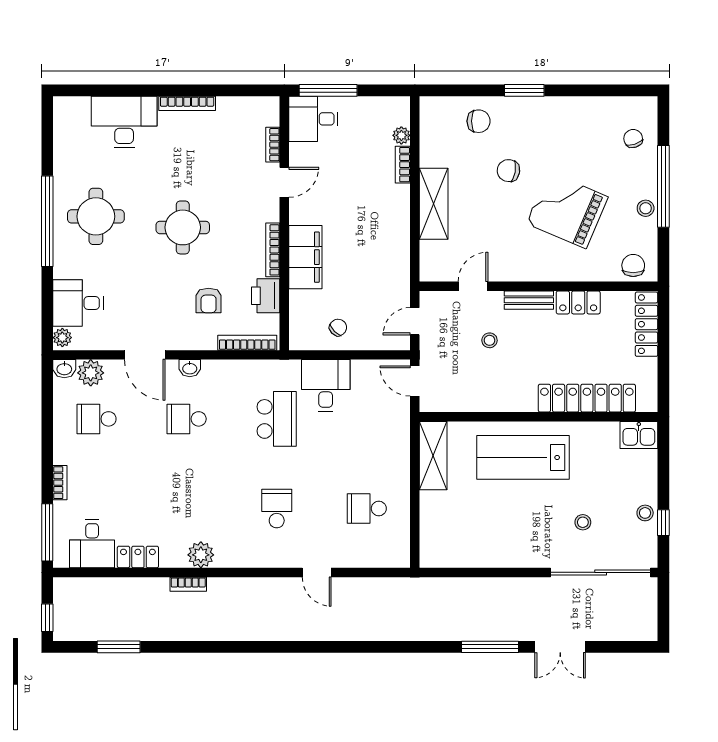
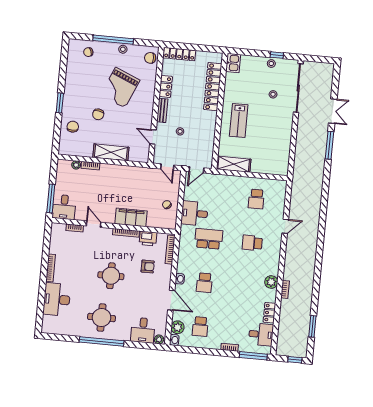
door: (145, 355) -> (171, 300), hinge flipped
lab bench: (523, 457) -> (239, 120), width x0.73, depth x0.72

